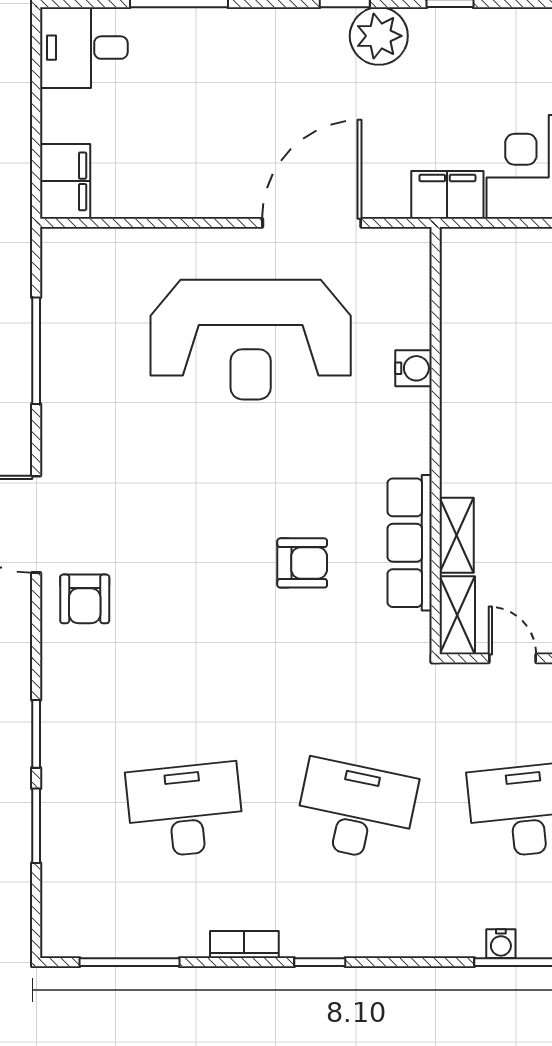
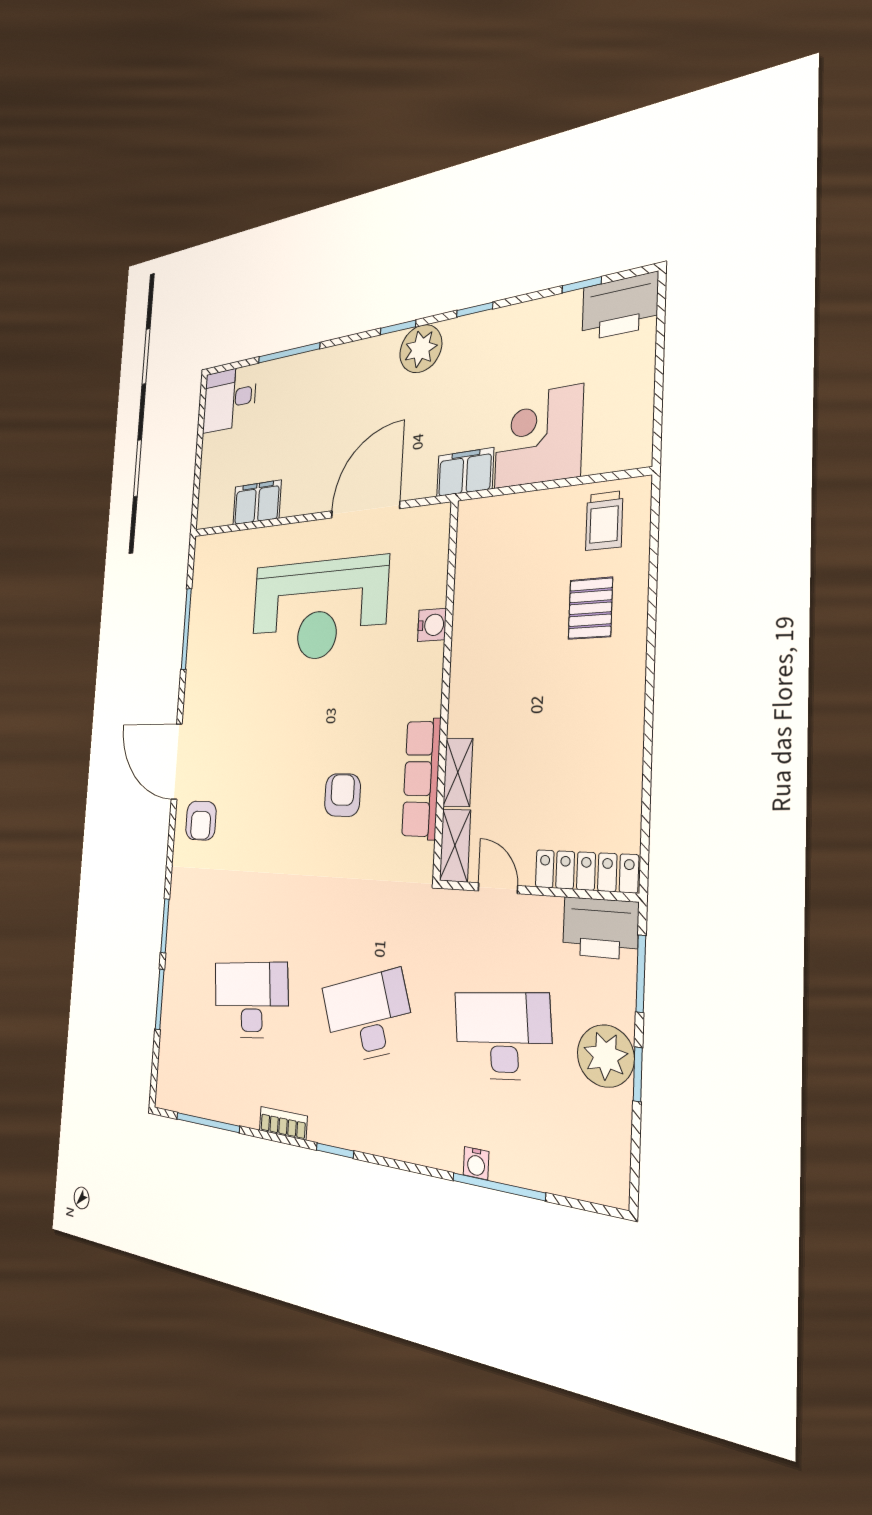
filing cabinet: (65, 181) -> (257, 502), moved, turned -90
armchair: (302, 563) -> (342, 795), turned -90
desk: (356, 810) -> (369, 1017), turned -30

